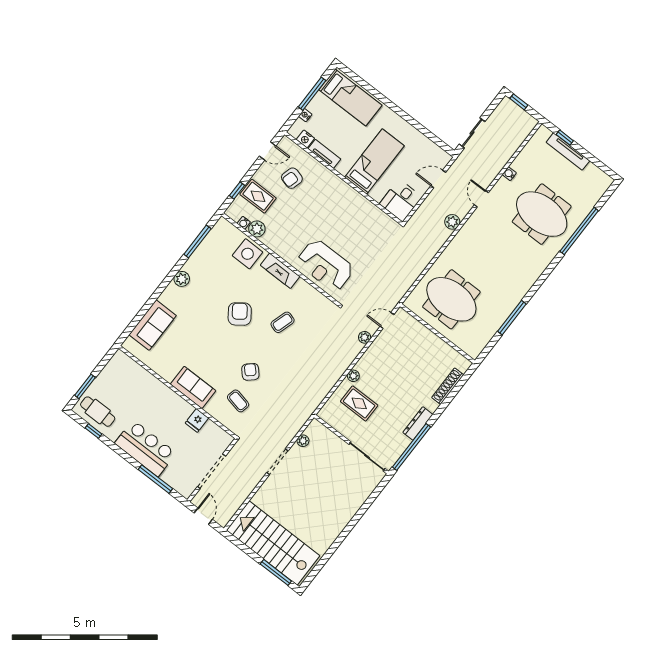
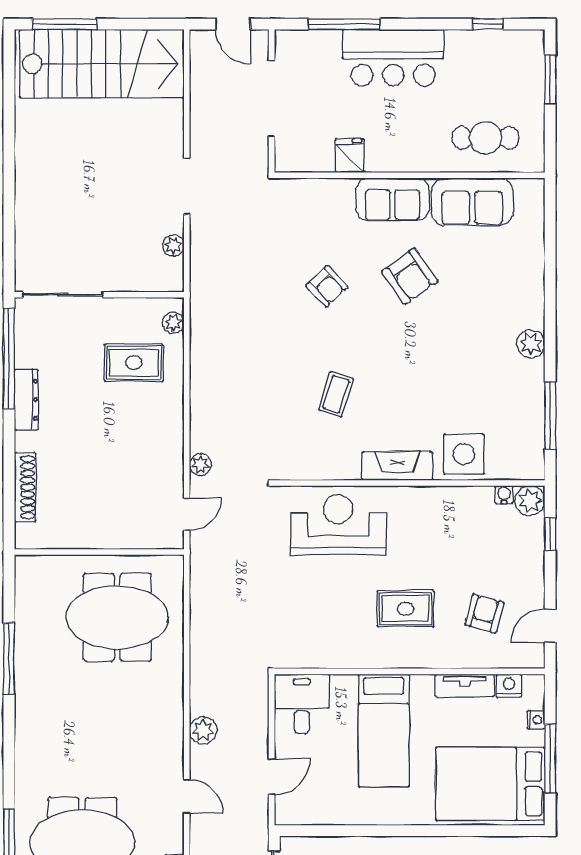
bed: (350, 97) -> (490, 784), width x1.50
rug: (258, 196) -> (406, 609), moved
plant: (257, 229) -> (530, 501), moved
armchair: (240, 314) -> (410, 276), moved
sofa: (153, 325) -> (472, 202), moved, turned -90
plant: (353, 376) -> (173, 323), moved
coffee table: (238, 401) -> (312, 230), removed
cafe table: (98, 412) -> (485, 138), moved

